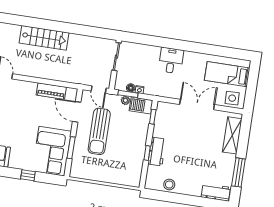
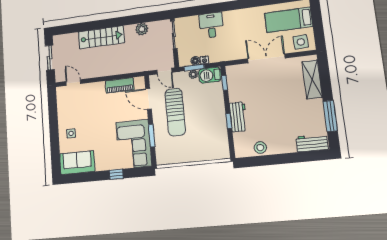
plant: (87, 42) -> (142, 29), added
desk: (171, 61) -> (211, 25), moved

